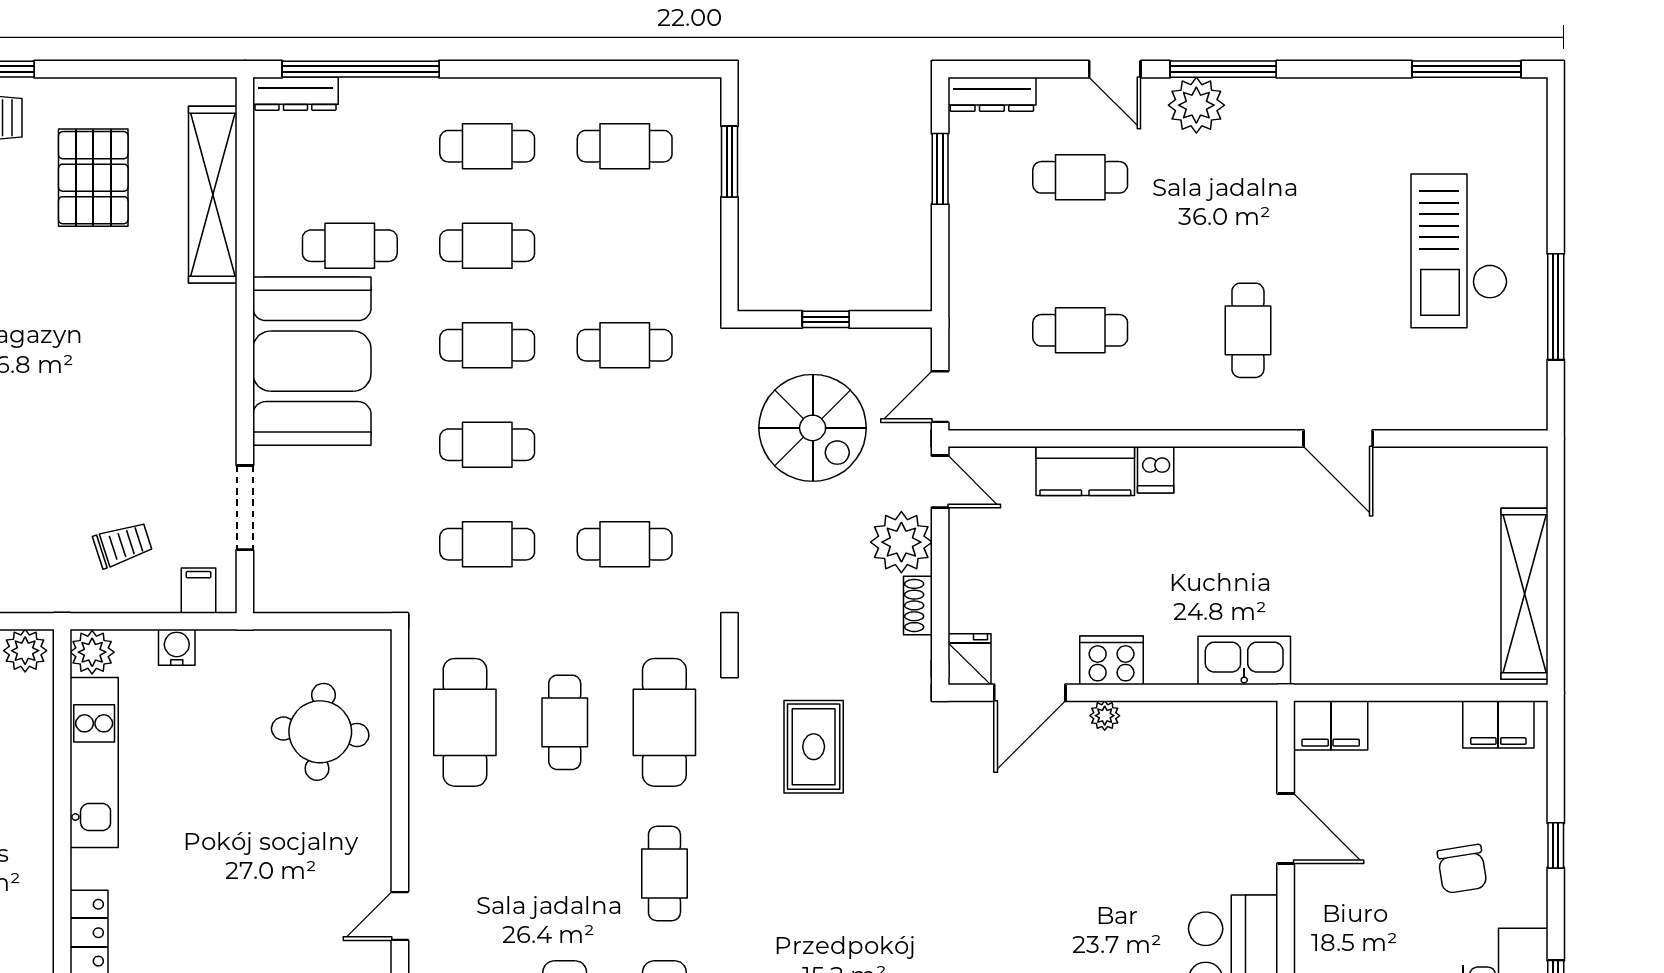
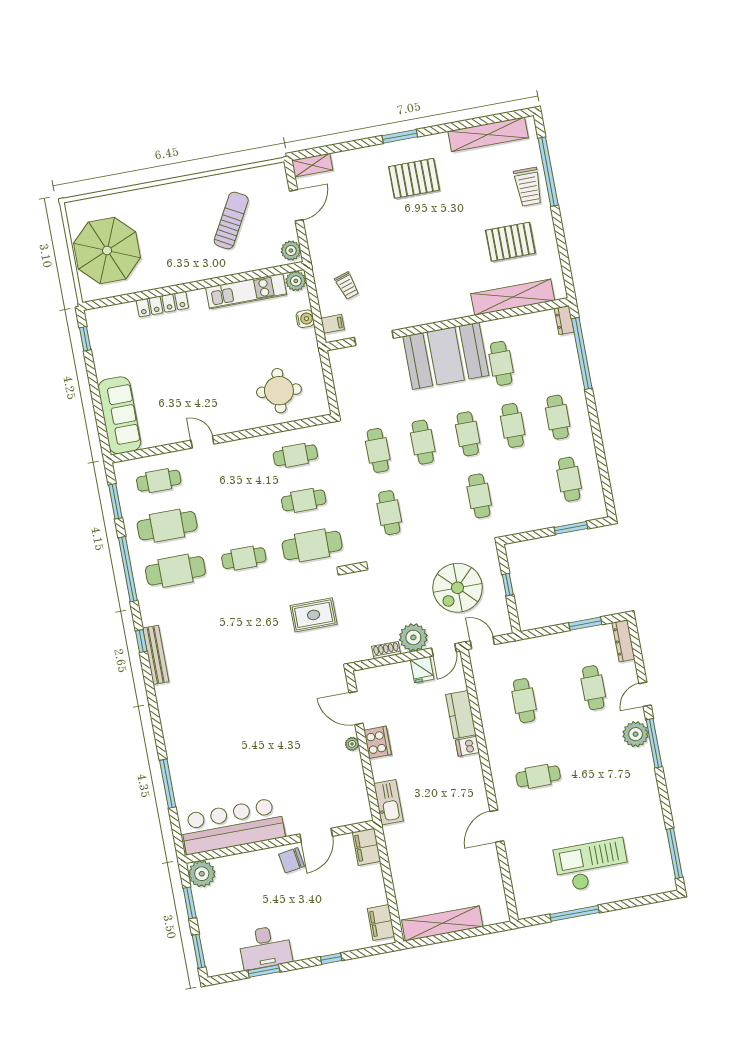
dresser: (295, 94) -> (564, 320), width x0.70
fridge: (969, 659) -> (422, 670), moved, turned 90
cafe table: (465, 722) -> (295, 455), width x0.73, depth x0.74
chair: (1462, 869) -> (291, 860), moved

